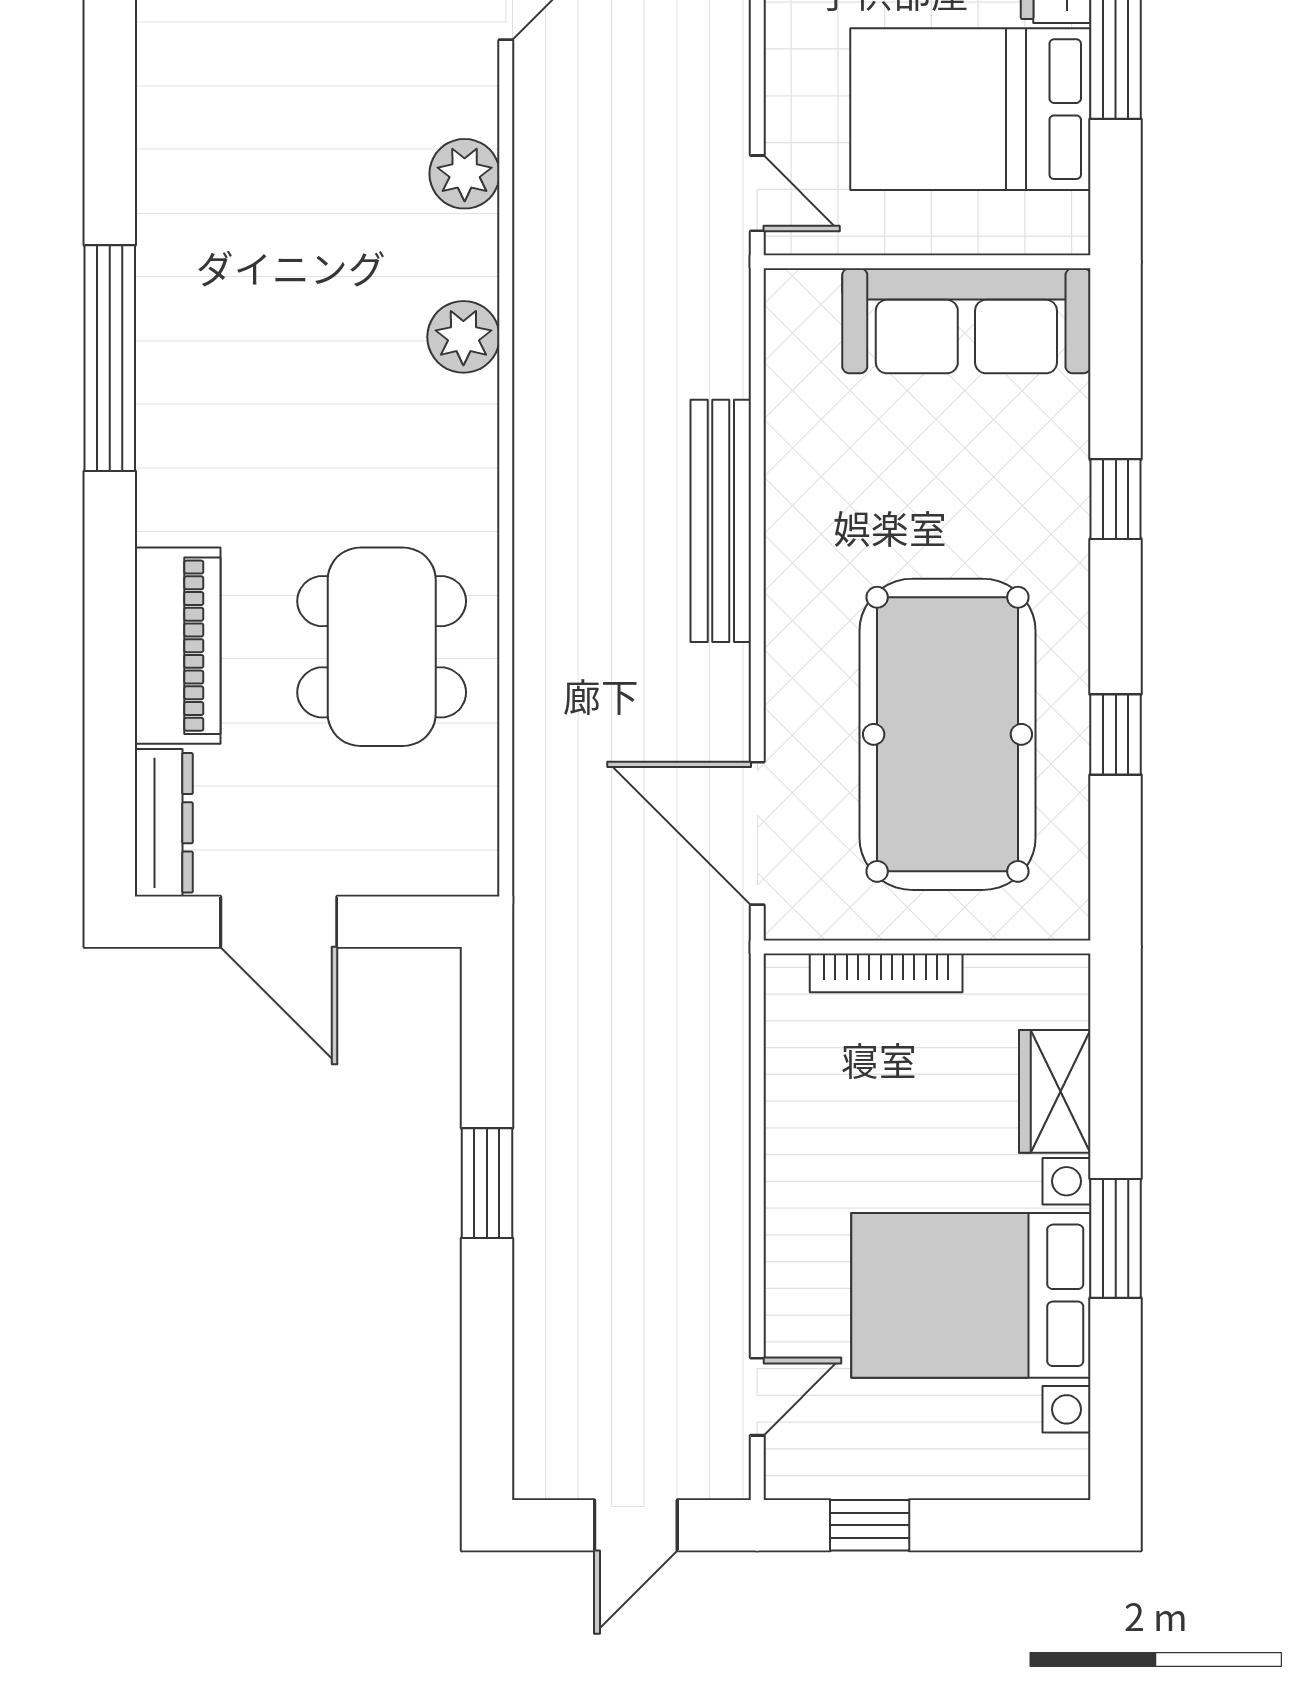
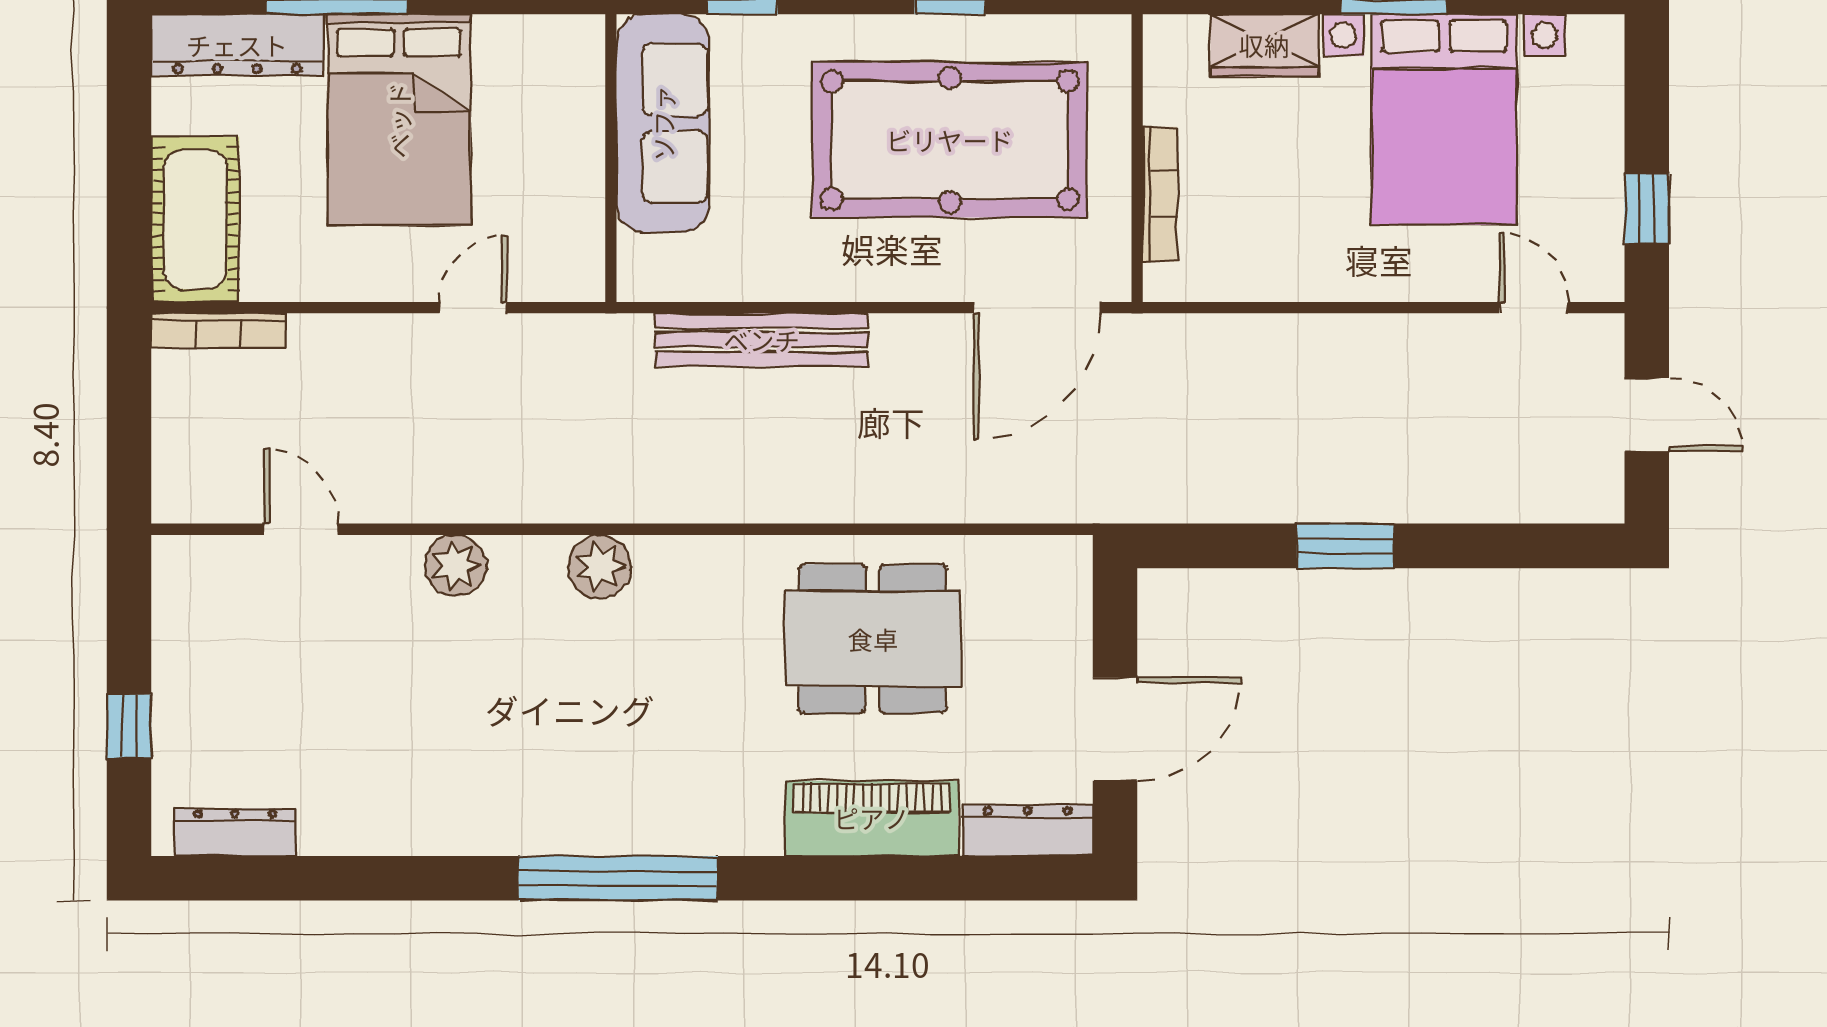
wall: (927, 262) -> (611, 158), moved
sofa: (966, 321) -> (663, 123), moved

